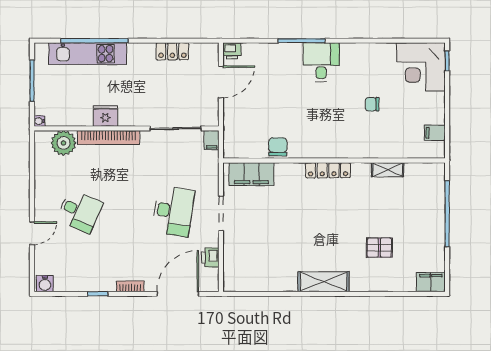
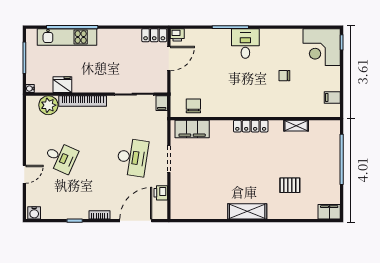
locker: (172, 51) -> (154, 35), moved
fridge: (105, 116) -> (62, 85), moved
chair: (278, 147) -> (193, 106), moved

